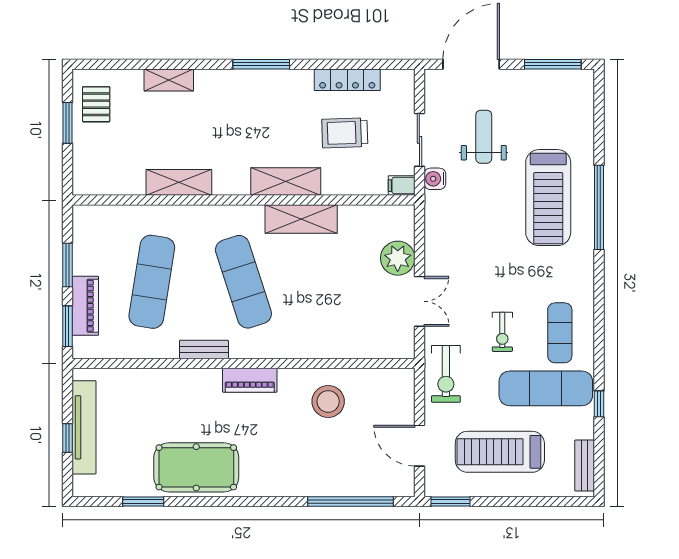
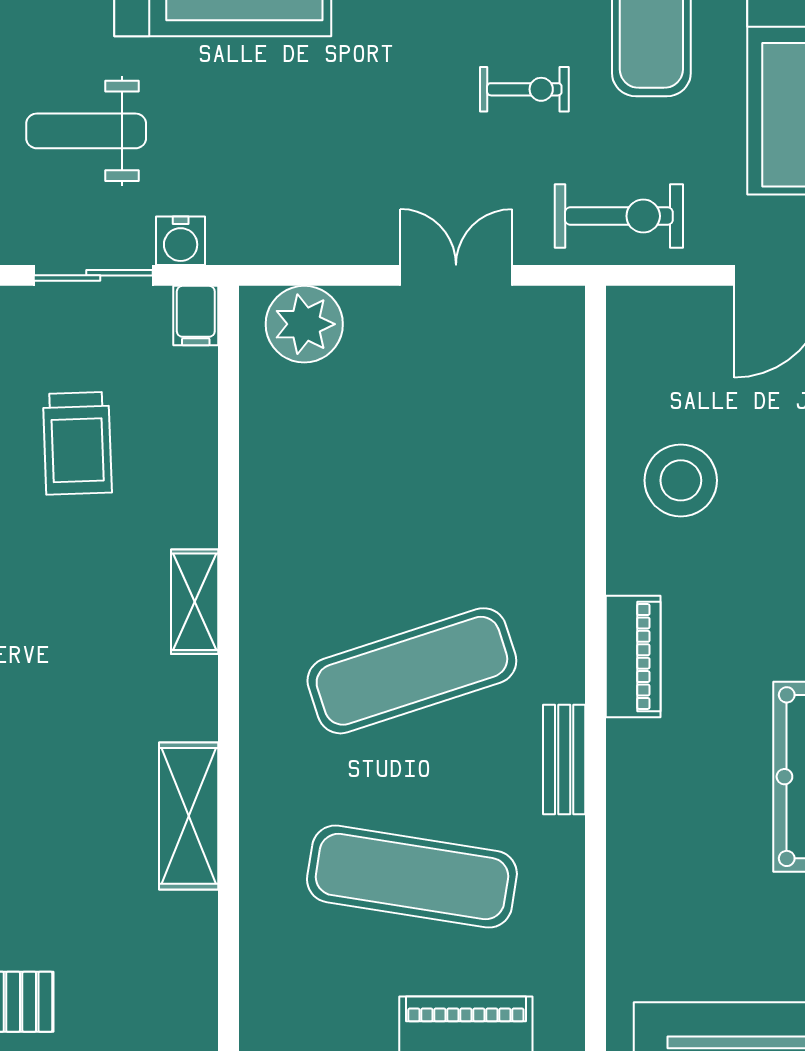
shelving: (286, 182) -> (195, 602), width x0.67, depth x0.75
shelving: (301, 219) -> (271, 541), removed
plant: (398, 258) -> (304, 324), moved

